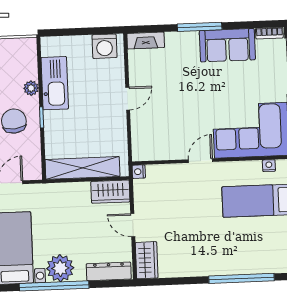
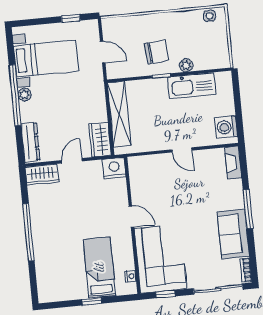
nightstand: (139, 172) -> (114, 168), width x1.89, depth x1.79
plant: (60, 268) -> (25, 95), width x0.53, depth x0.53
window: (241, 278) -> (28, 232), moved

